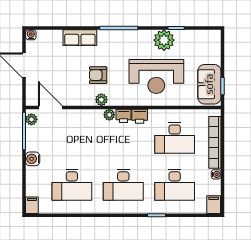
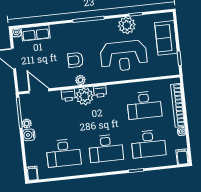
row of seats: (80, 38) -> (36, 33), moved
sofa: (209, 84) -> (166, 38), moved
plant: (109, 115) -> (85, 96), width x1.87, depth x1.87
printer: (140, 116) -> (68, 95), moved
plant: (31, 119) -> (27, 123), moved

